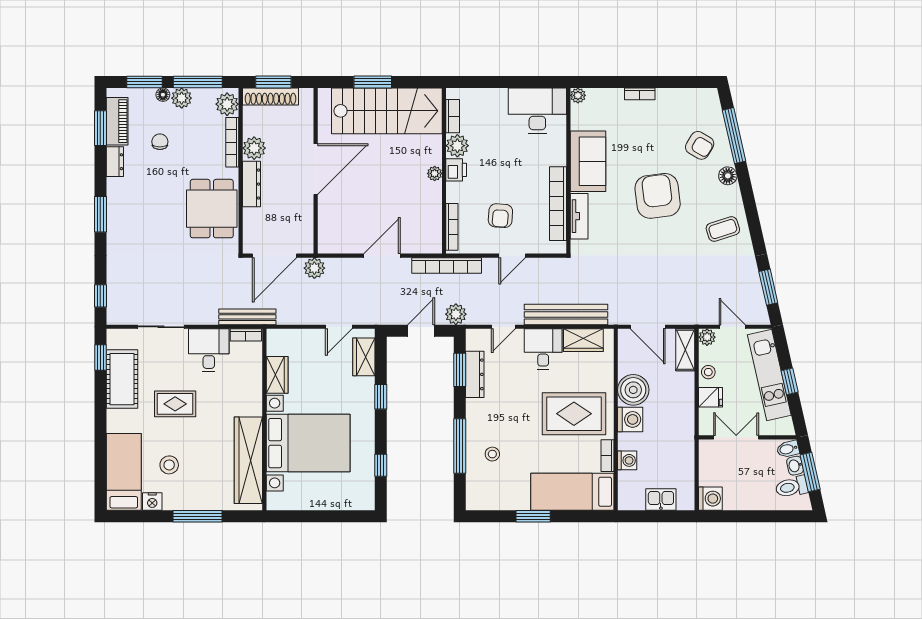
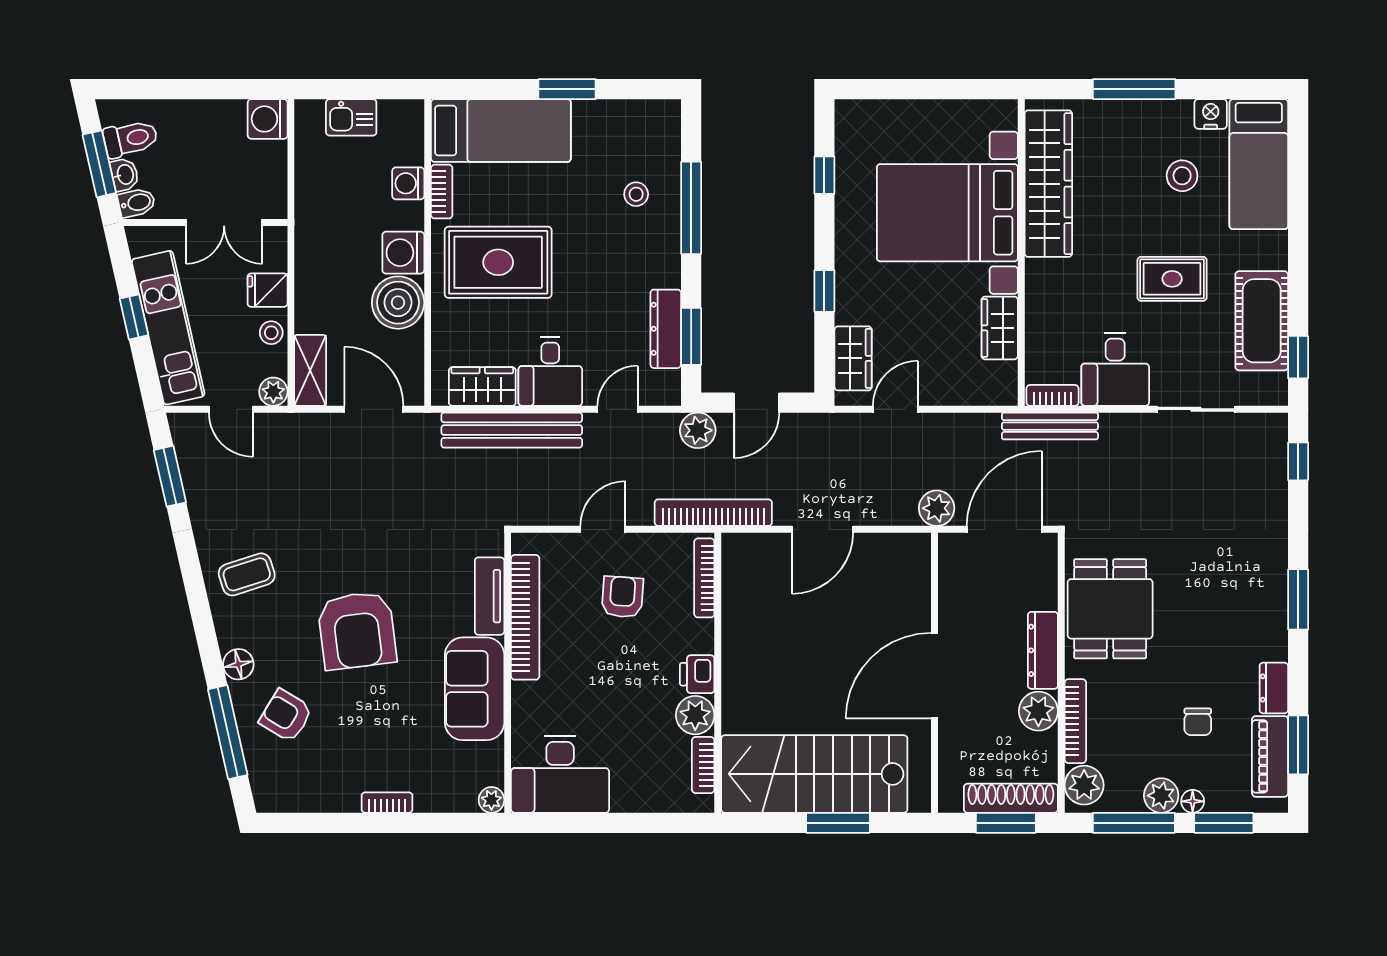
plant: (435, 173) -> (734, 668), removed

